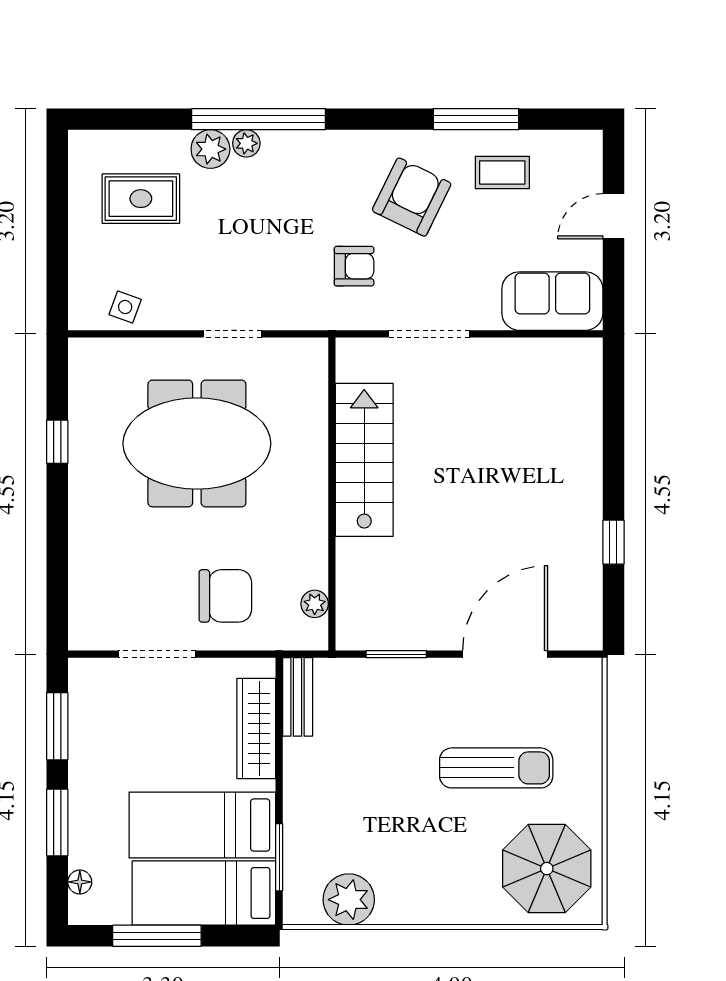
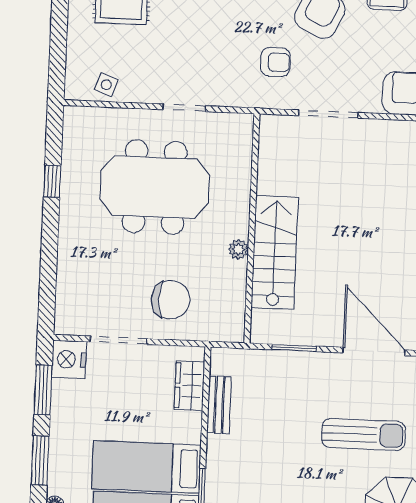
stairs: (364, 460) -> (275, 252), moved
plant: (315, 604) -> (238, 249), moved
door: (505, 654) -> (374, 351), hinge flipped
nightstand: (91, 683) -> (69, 359), added
bench: (298, 697) -> (219, 405), moved
wardrobe: (256, 728) -> (189, 386), width x0.67

